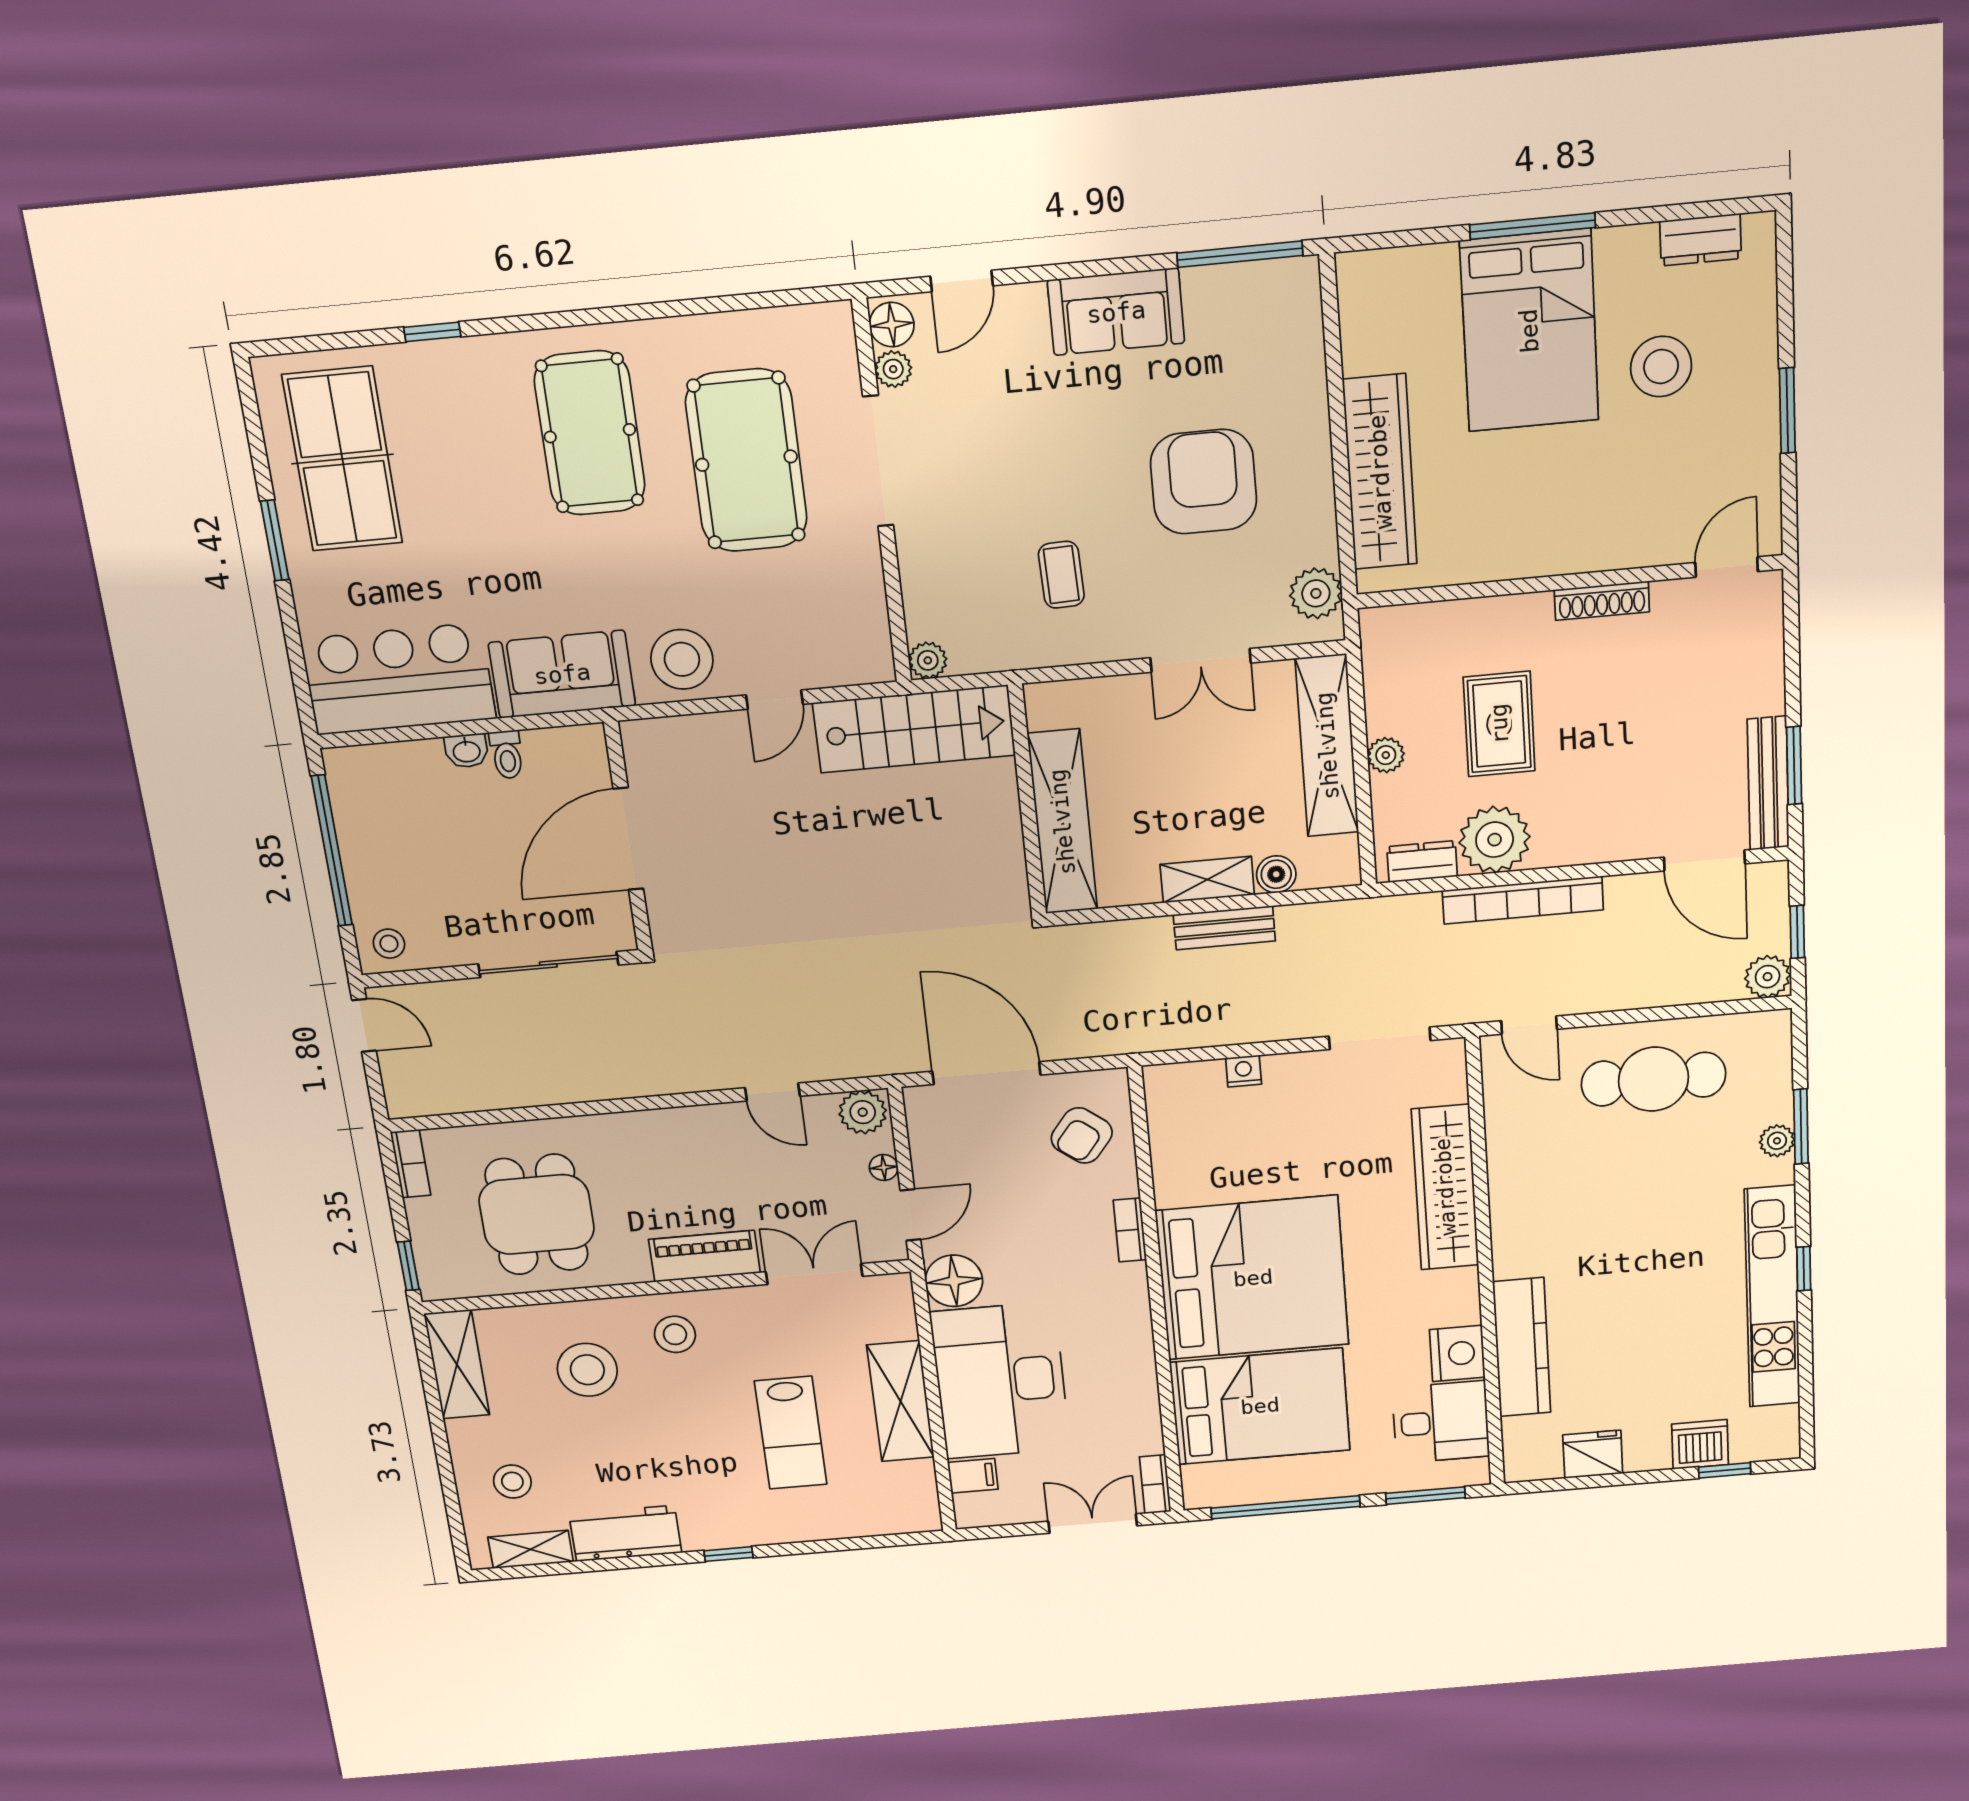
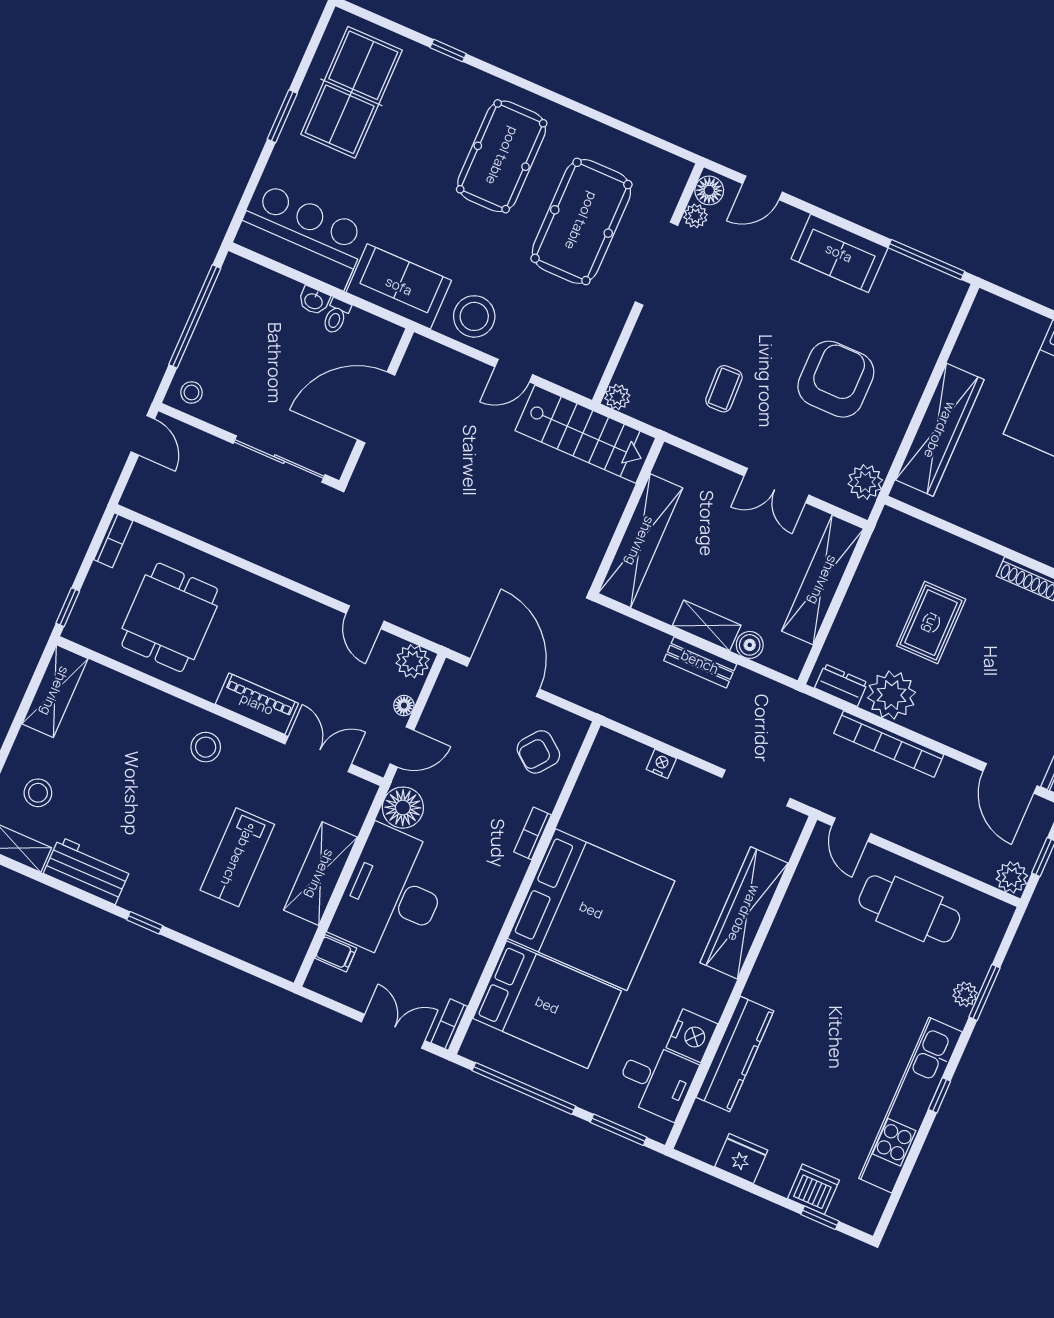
plant: (1386, 755) -> (854, 605), removed
stool: (587, 1370) -> (135, 741), removed

